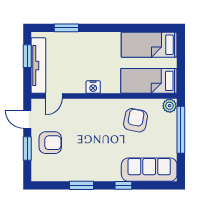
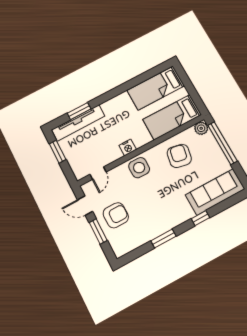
tv unit: (38, 65) -> (78, 123), moved, turned 90
side table: (94, 111) -> (139, 168), added

